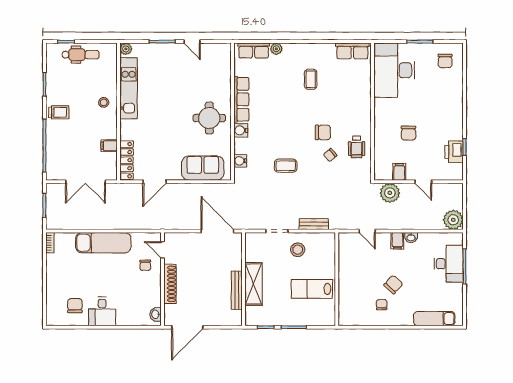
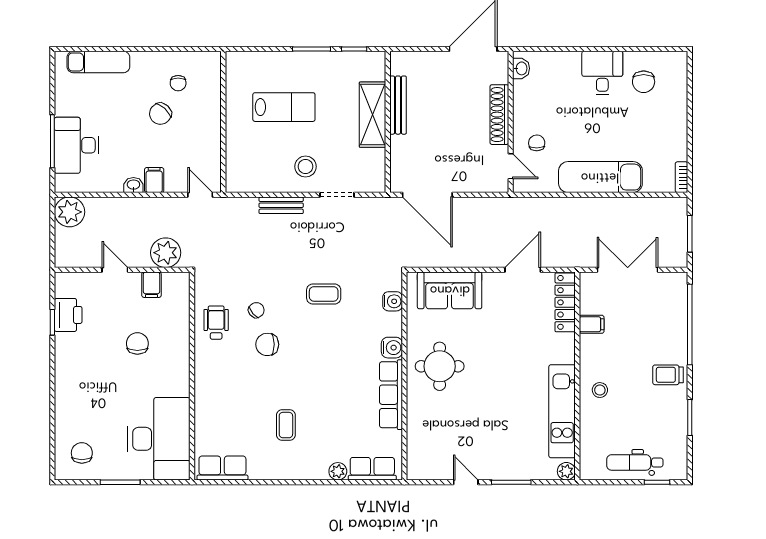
wall: (337, 279) -> (223, 122), moved

